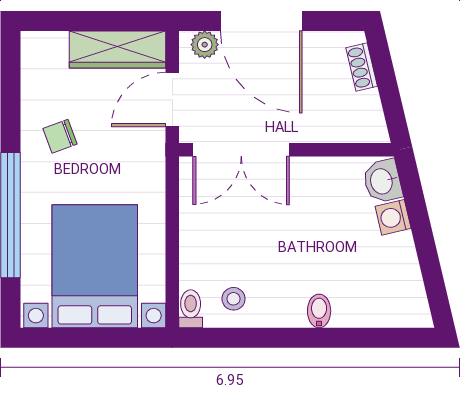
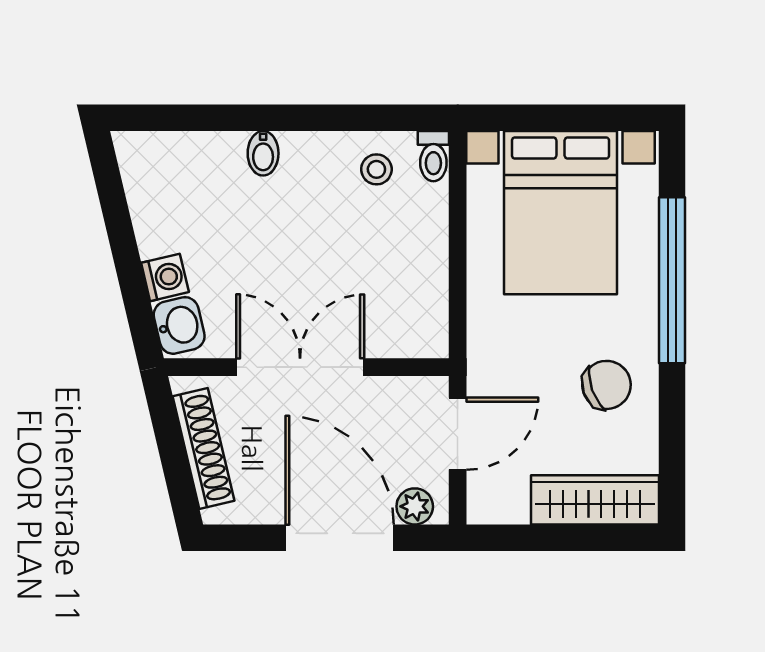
wardrobe: (117, 50) -> (595, 500), moved
shoe rack: (362, 67) -> (203, 449), width x1.94, depth x1.24
chair: (60, 136) -> (607, 385), width x1.37, depth x1.37
double door: (241, 150) -> (300, 367), moved

